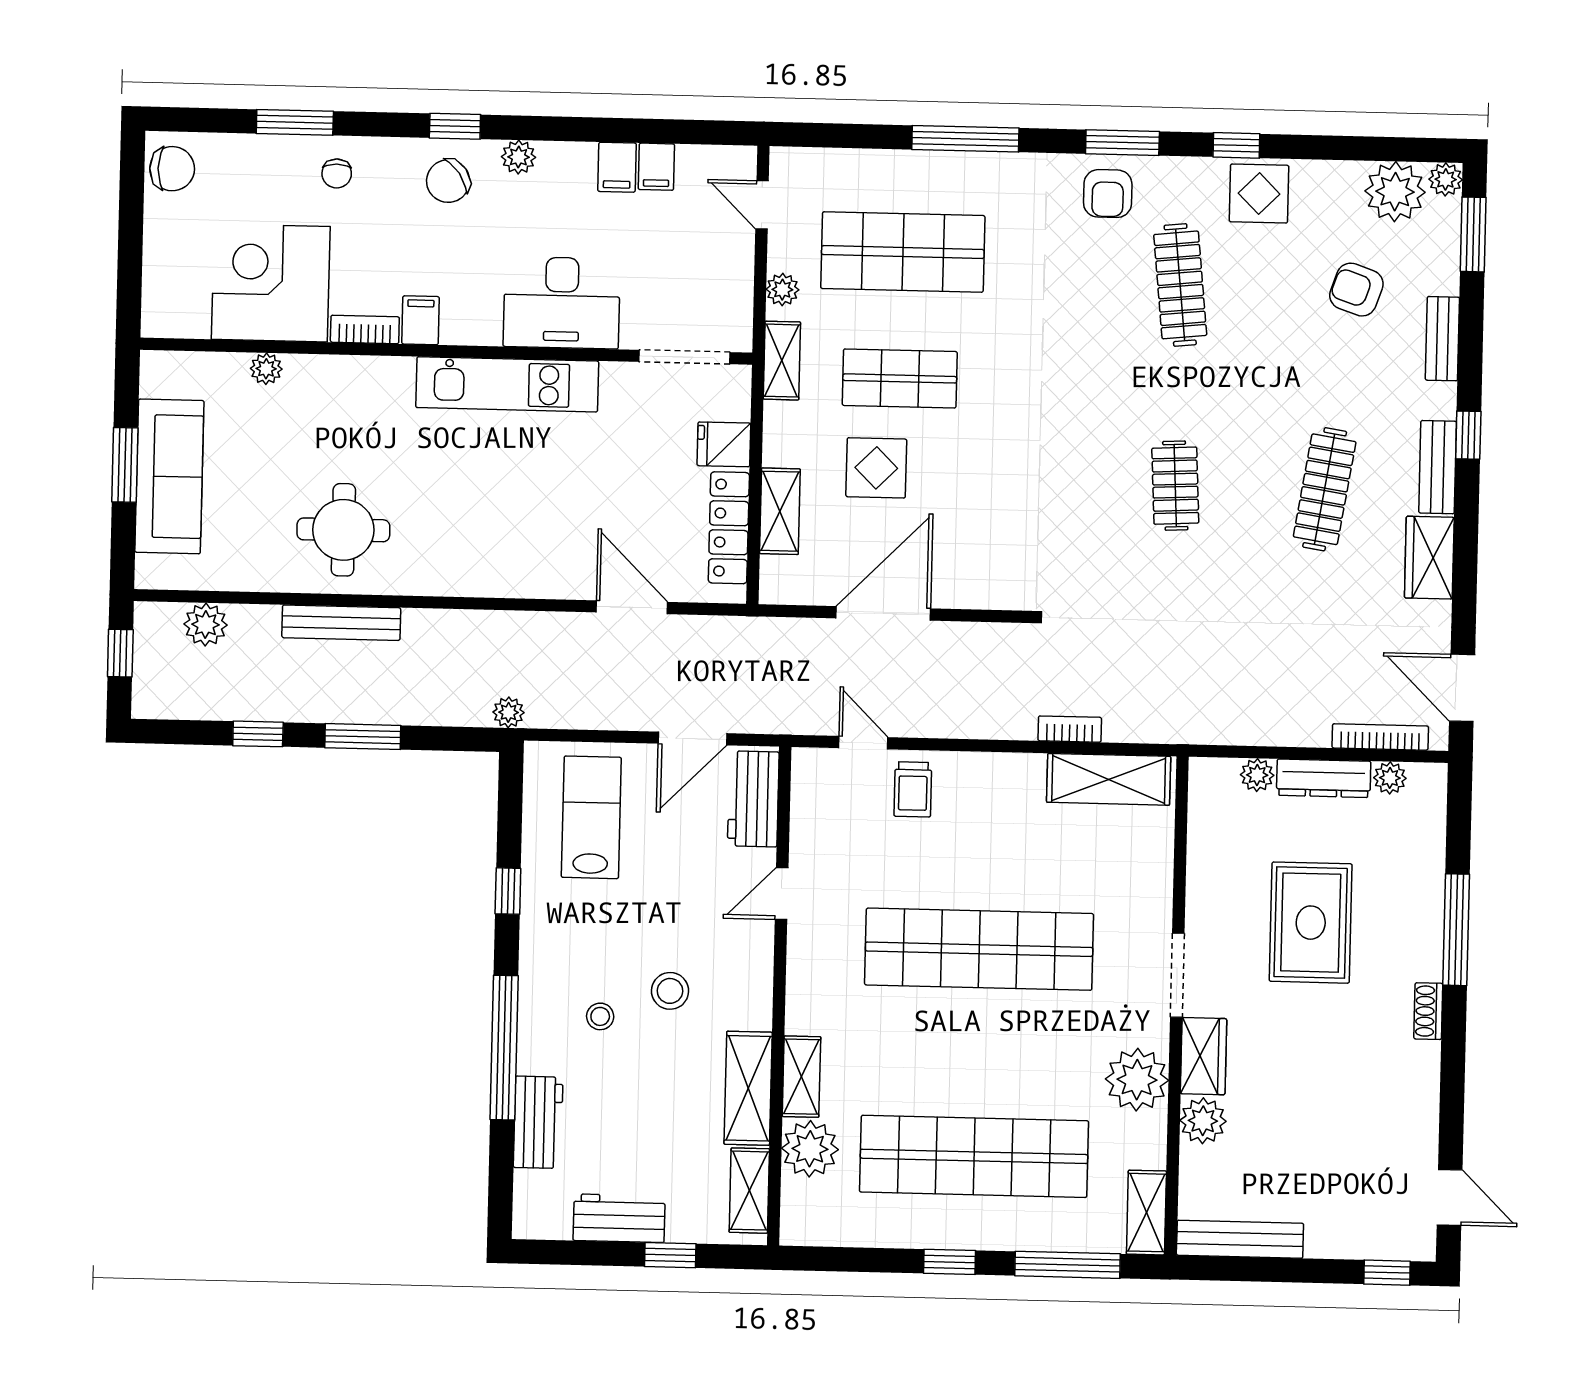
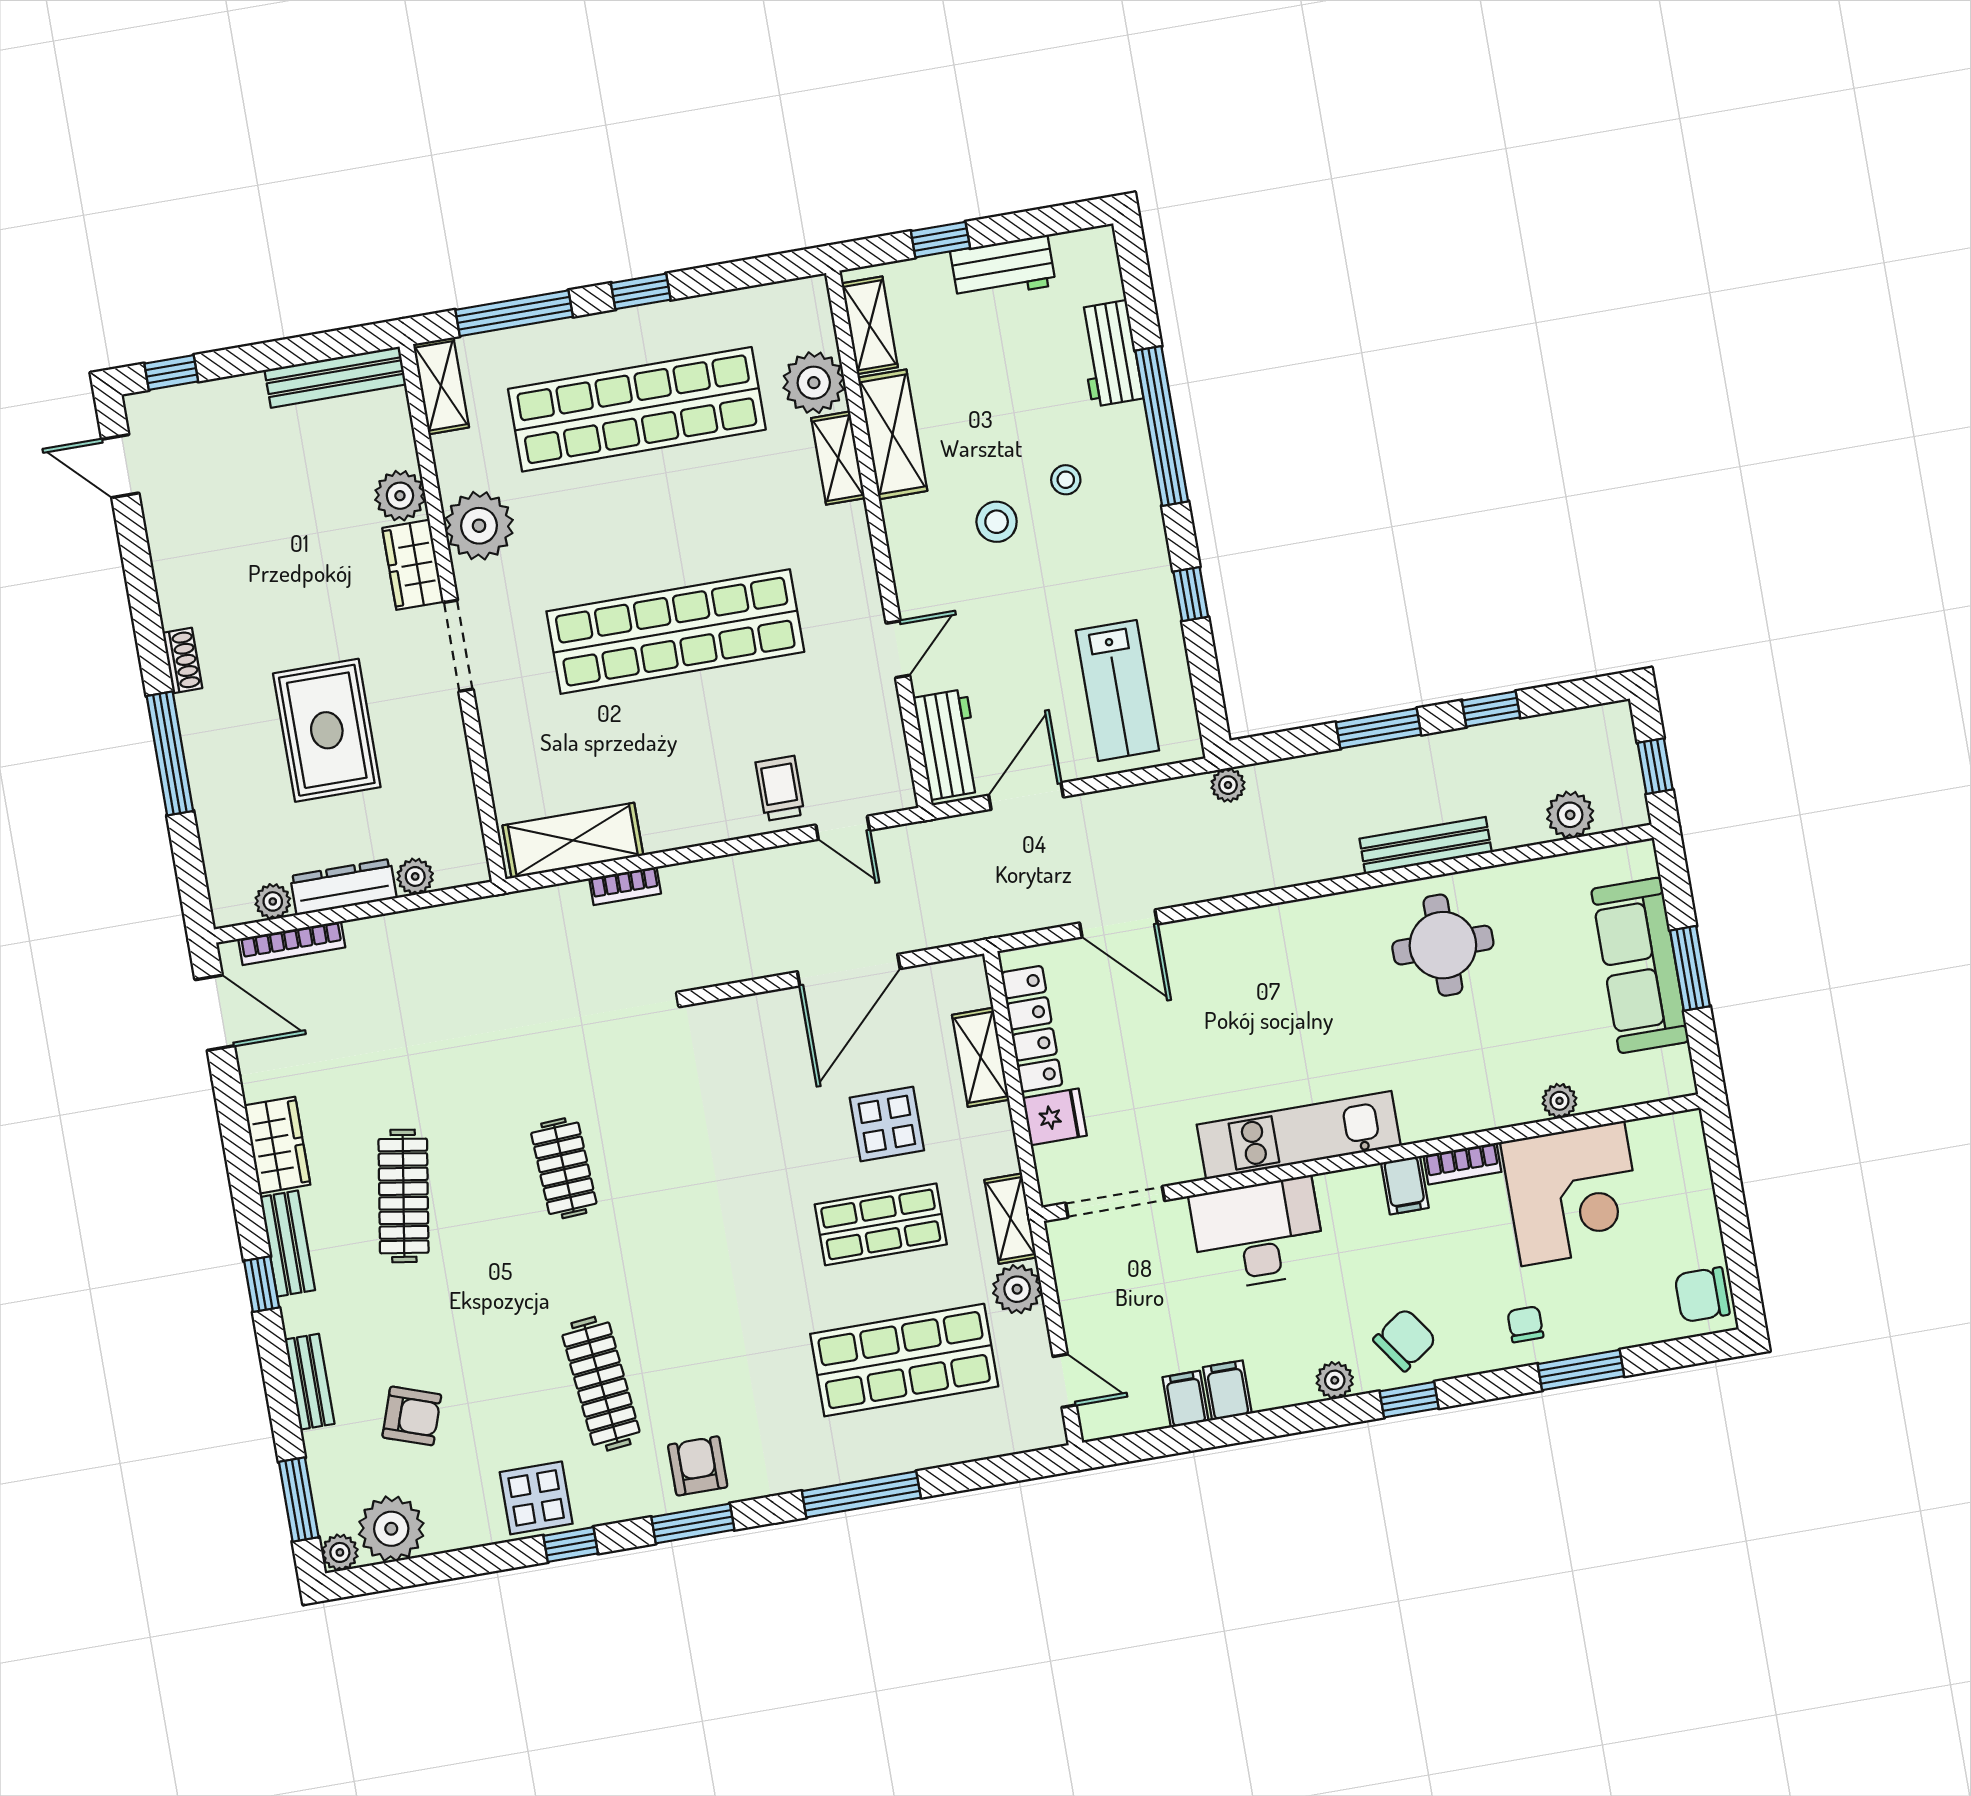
plant: (782, 290) -> (1017, 1289), width x1.38, depth x1.38

